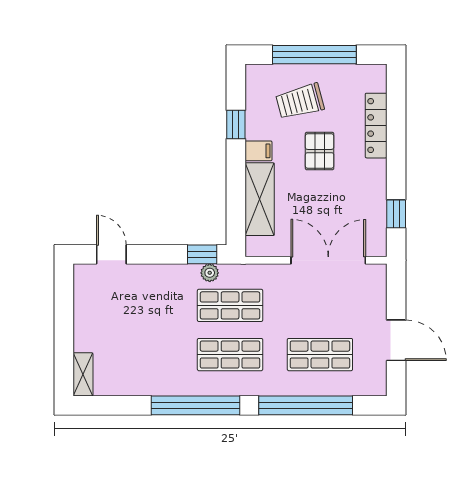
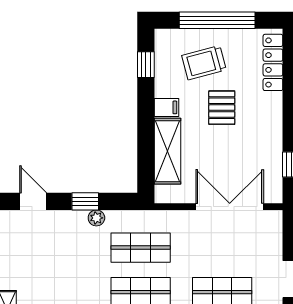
window: (236, 124) -> (146, 65), moved
locker: (376, 126) -> (273, 62), moved
window: (202, 254) -> (85, 201), moved
plant: (210, 273) -> (96, 218), moved

